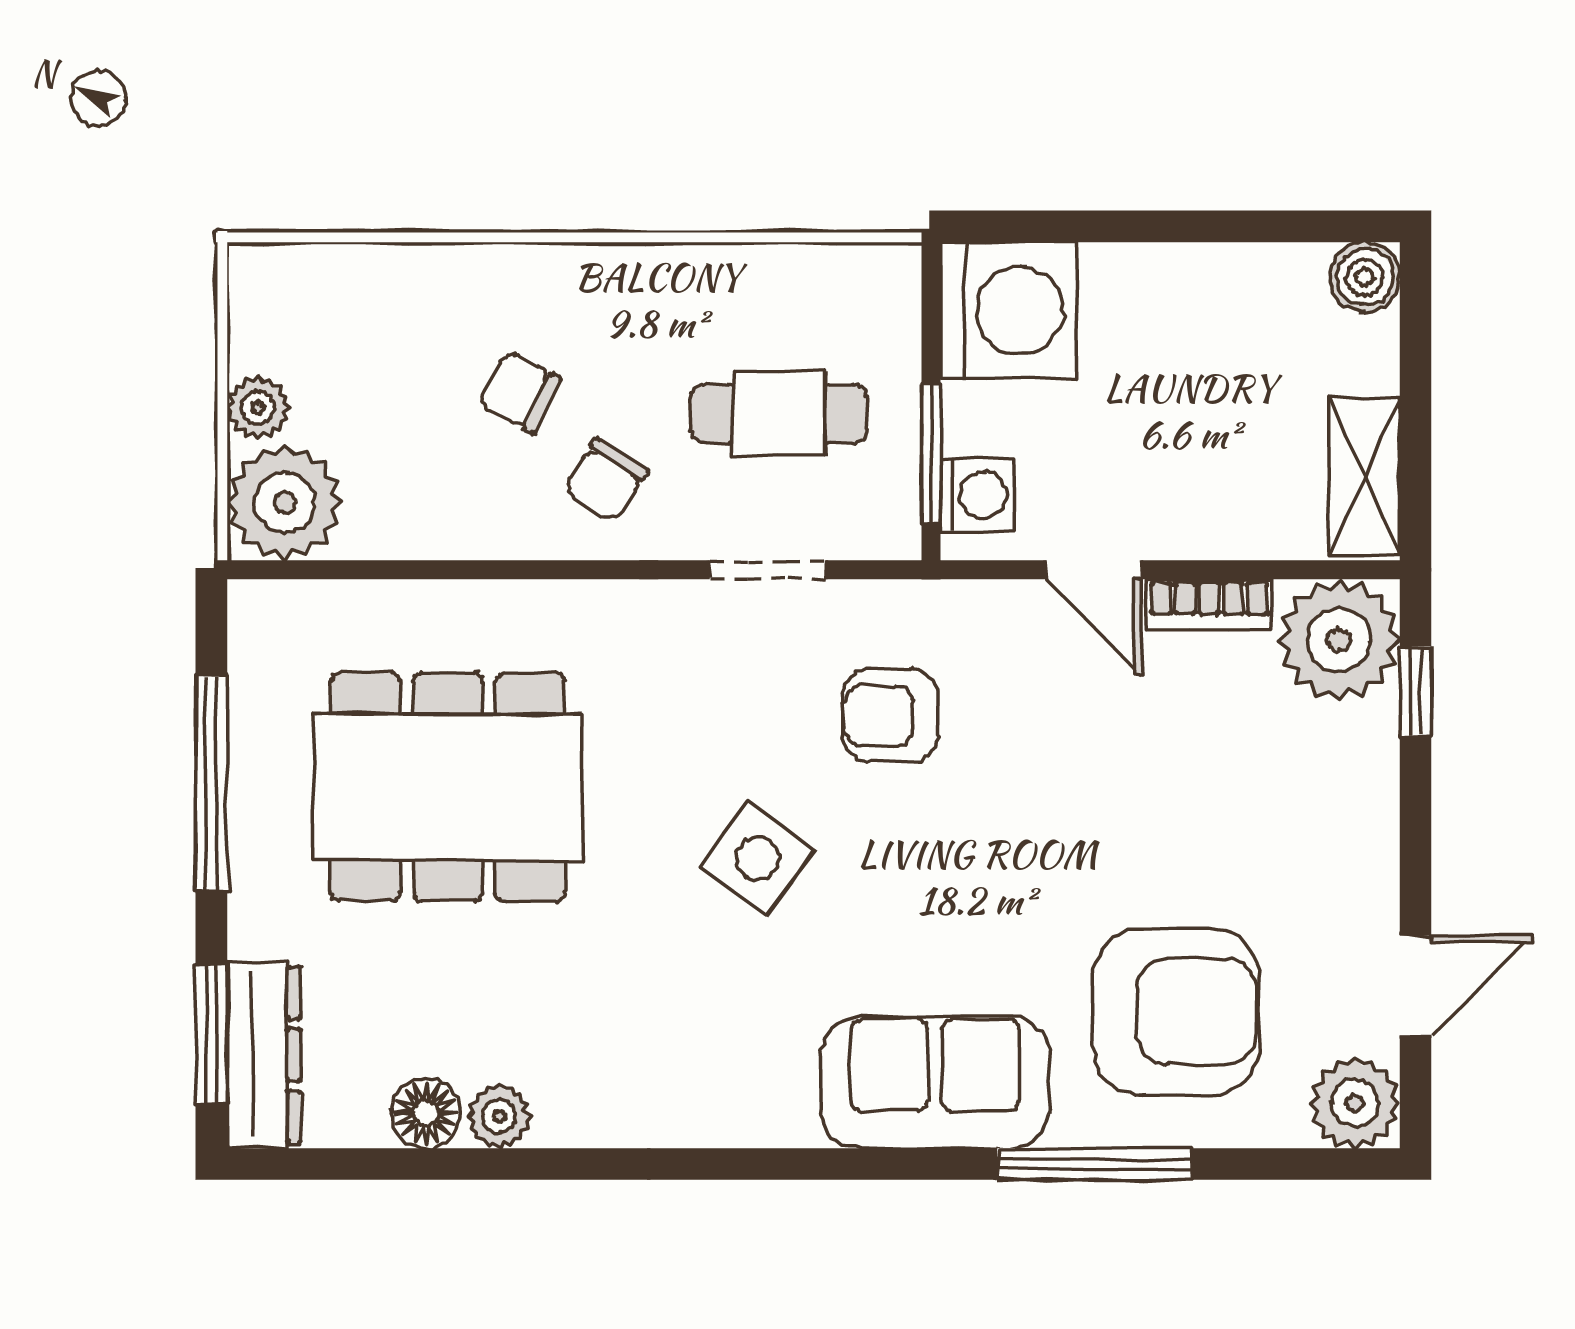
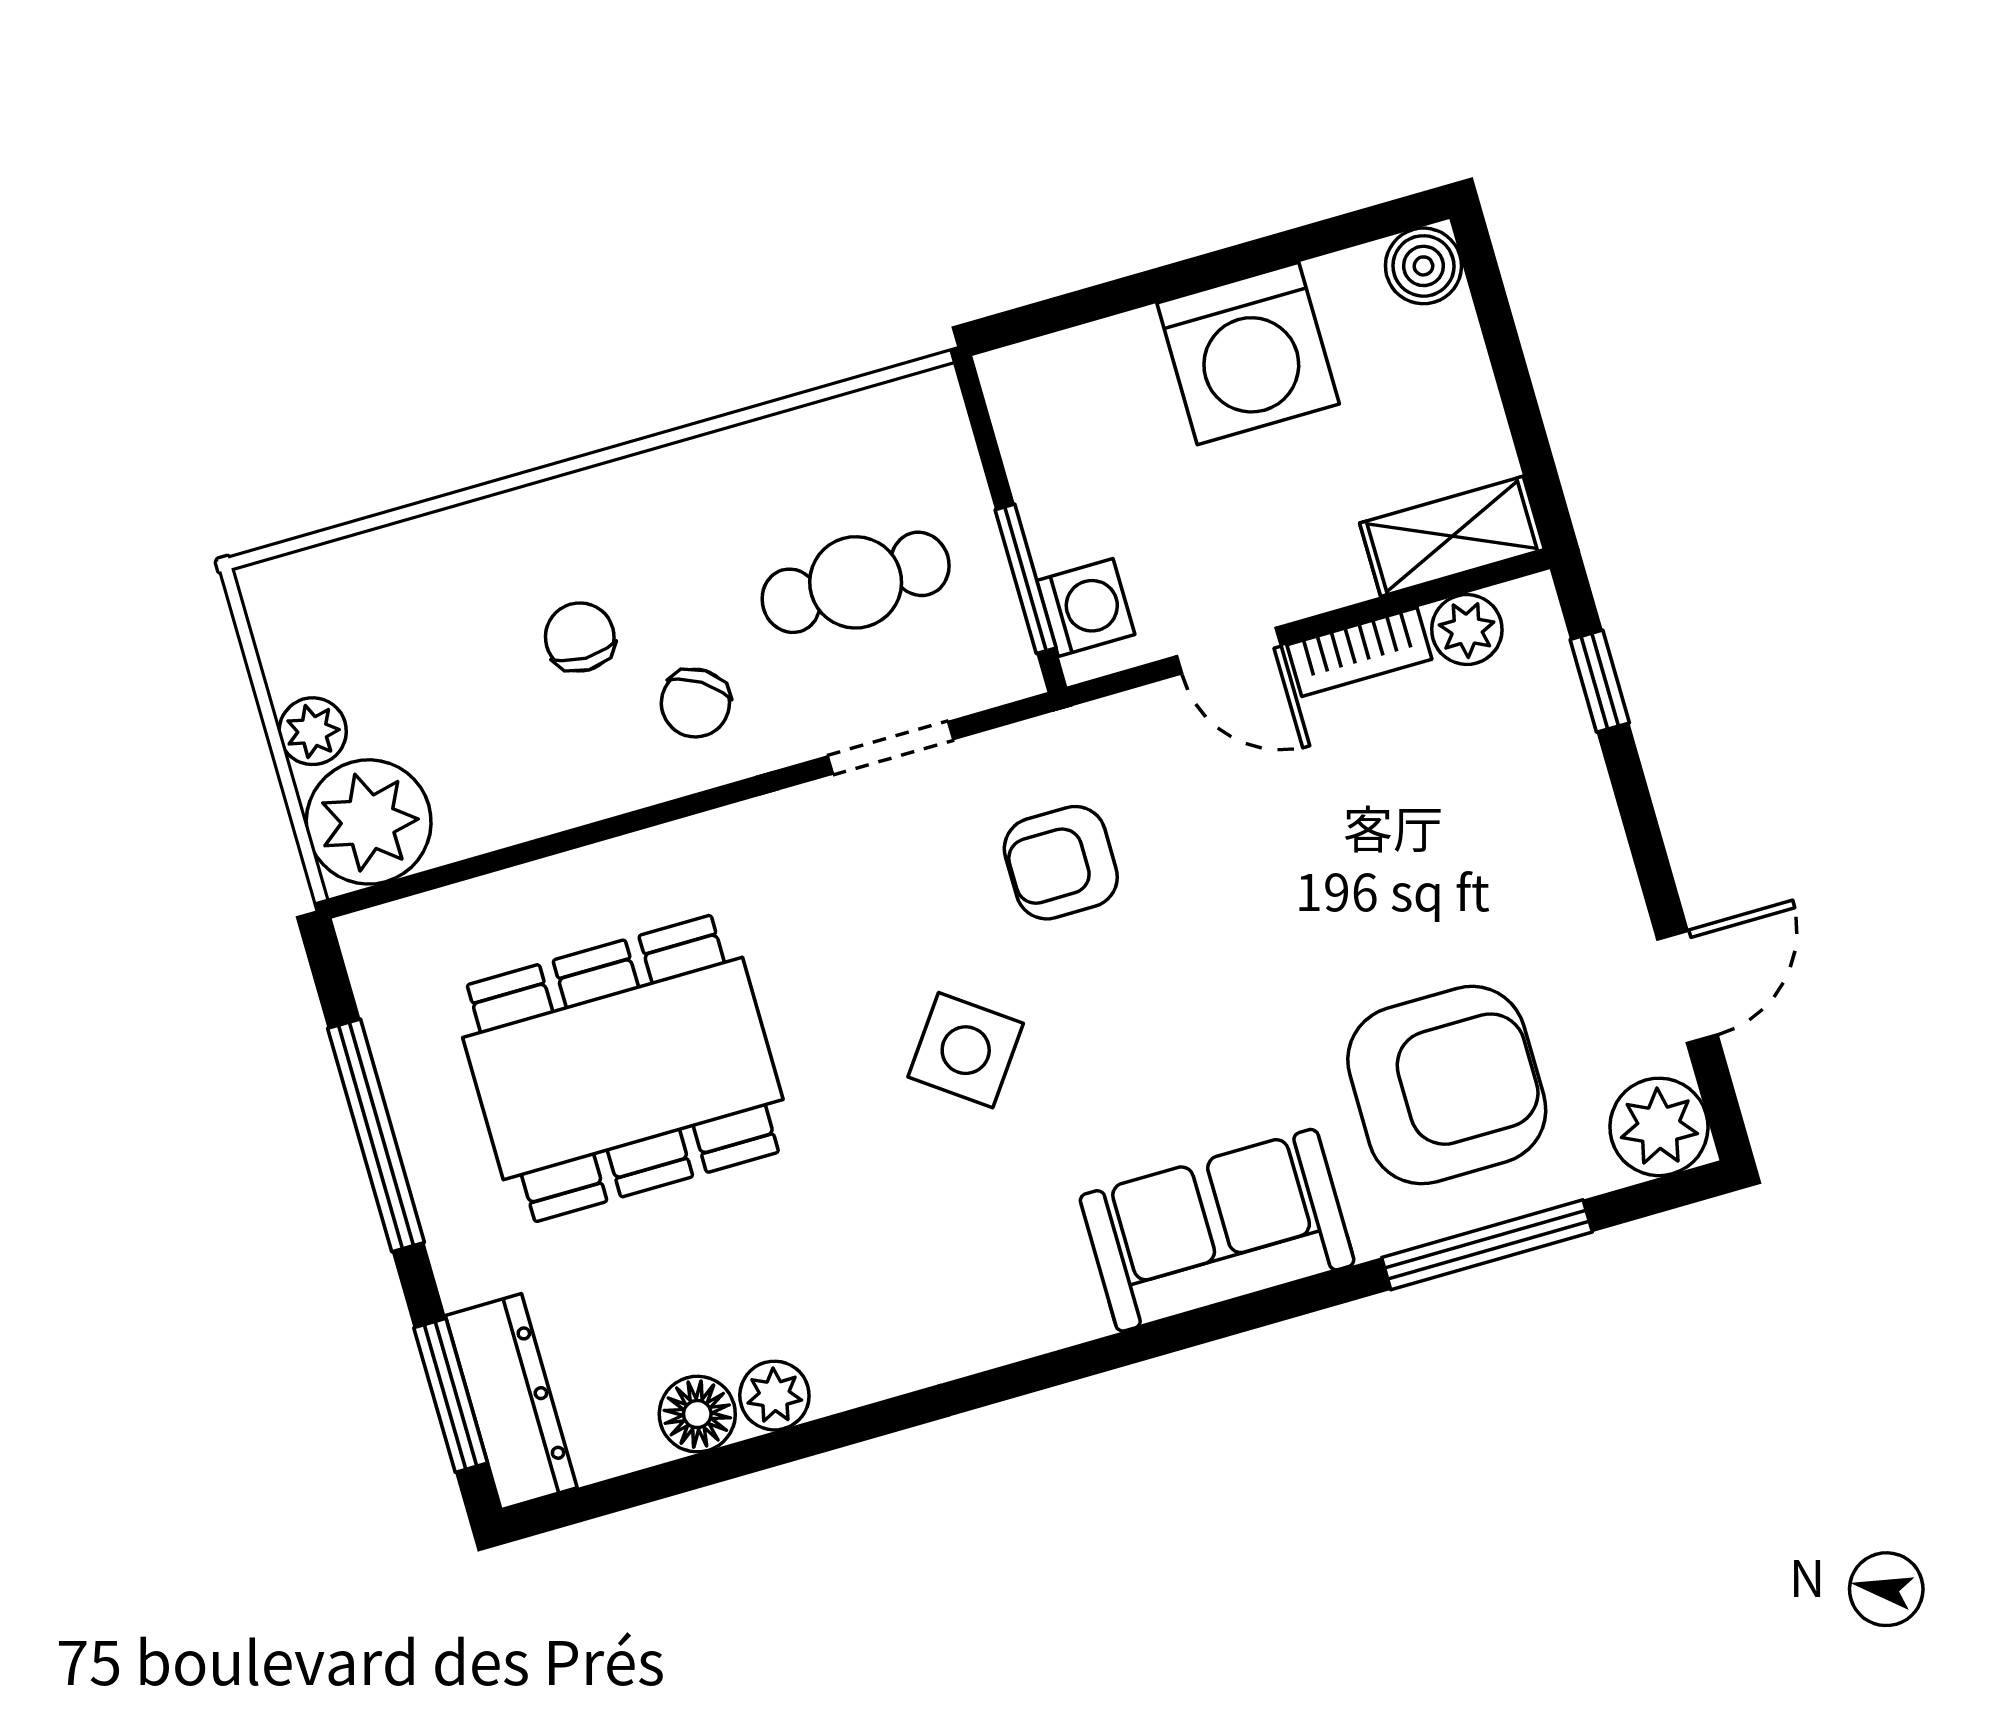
washing machine: (1009, 310) -> (1248, 354), moved, turned 90
chair: (520, 392) -> (580, 637), turned 63
shelving: (1364, 477) -> (1452, 536), moved, turned 90
plant: (1339, 640) -> (1467, 629), width x0.53, depth x0.53
window: (1094, 1164) -> (1487, 1245), moved

